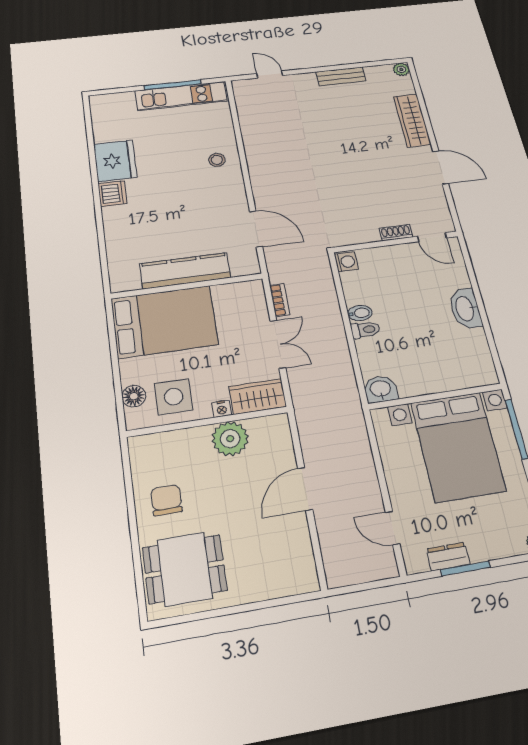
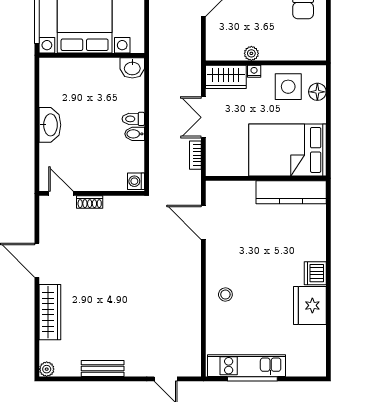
kitchen counter: (185, 271) -> (291, 192), moved
plant: (230, 439) -> (251, 53), width x0.53, depth x0.53

